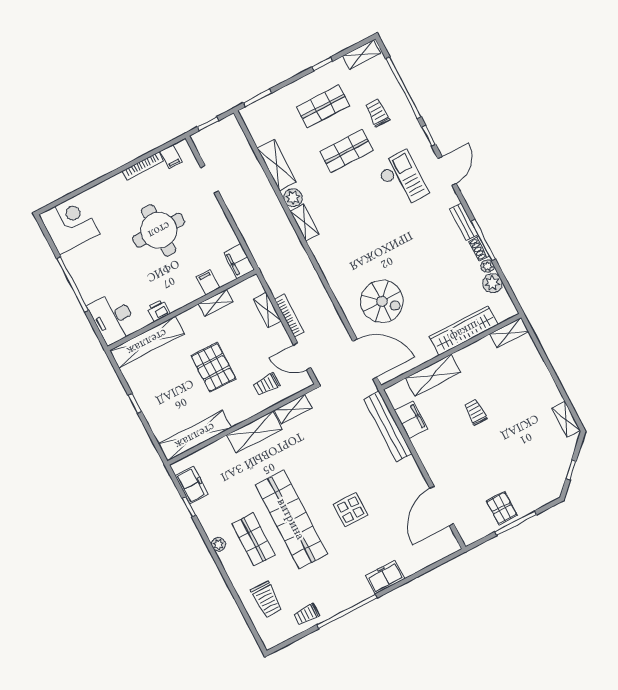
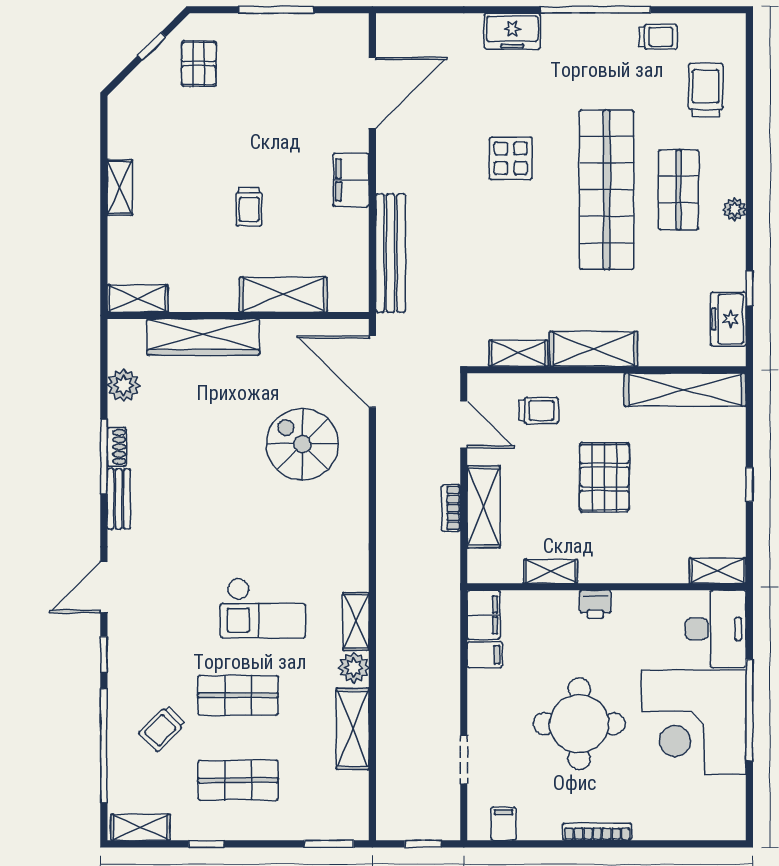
trolley: (377, 113) -> (162, 728), turned 45
bookcase: (143, 166) -> (597, 832), moved
checkout: (402, 179) -> (263, 608), moved, turned -90
corner desk: (69, 224) -> (694, 722), moved, width x1.36, depth x1.36
plant: (487, 266) -> (118, 414), removed
filing cabinet: (208, 282) -> (485, 655), moved, turned -90
printer: (158, 310) -> (595, 604), moved
shelving: (267, 310) -> (484, 507), width x1.50, depth x1.33
bookcase: (289, 316) -> (451, 508), width x0.64
shelving: (147, 342) -> (718, 571), width x0.45, depth x0.75
shelving: (566, 419) -> (120, 187), moved
filing cabinet: (411, 420) -> (351, 180), moved
pallet: (502, 508) -> (199, 64), moved

